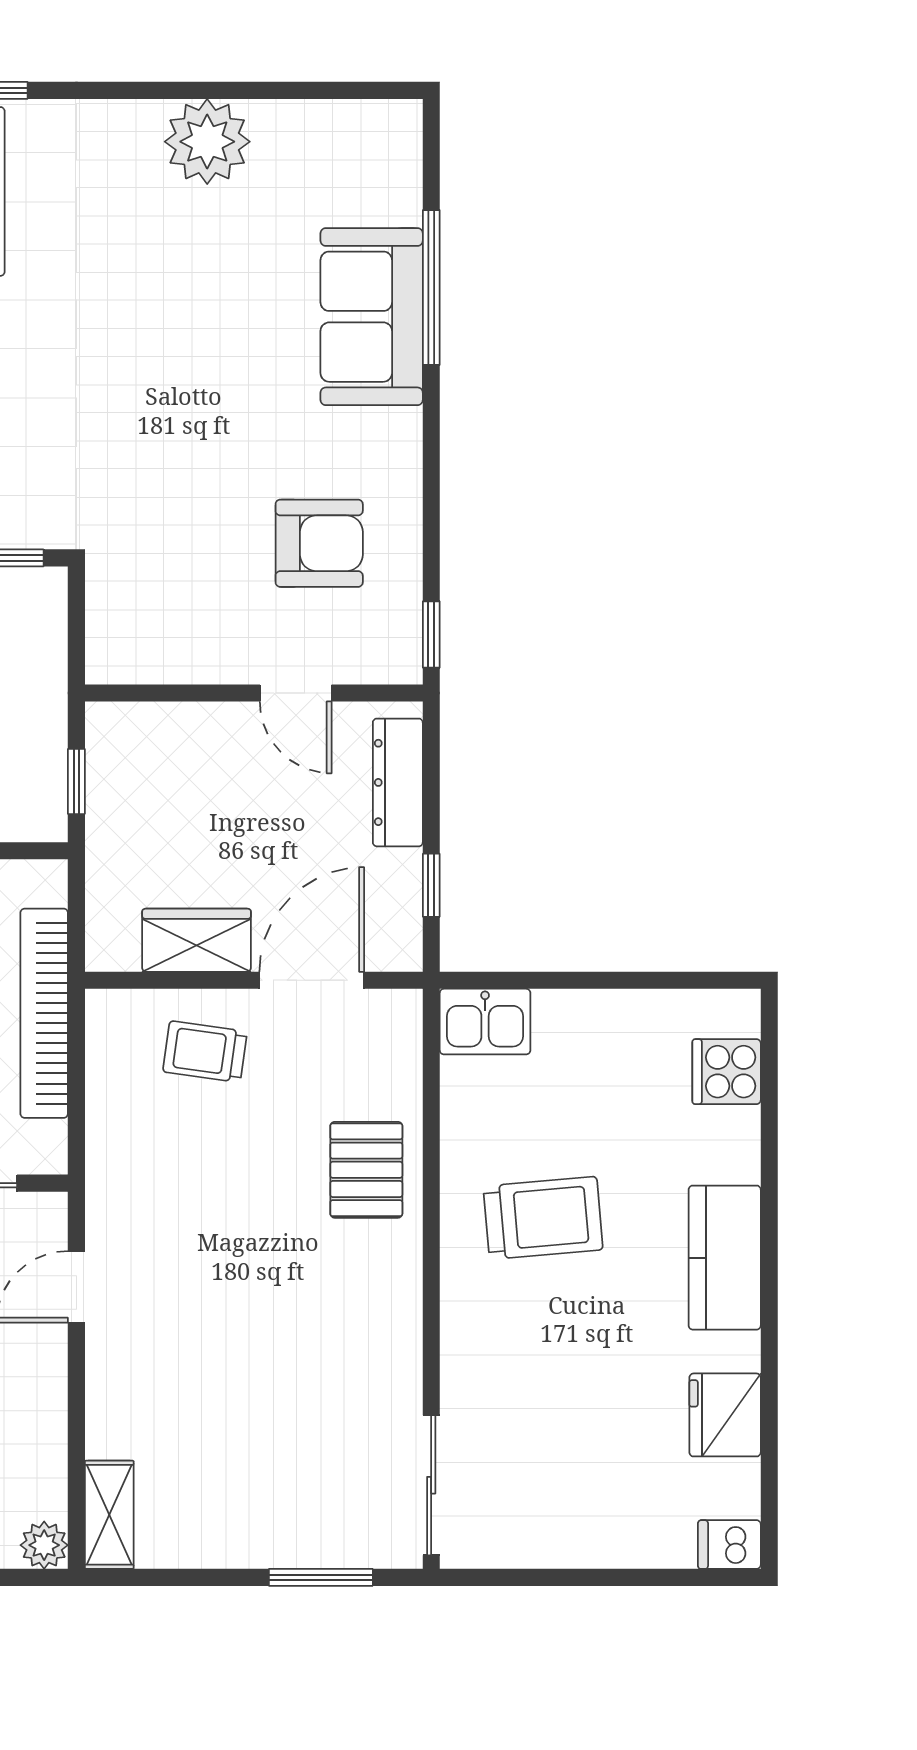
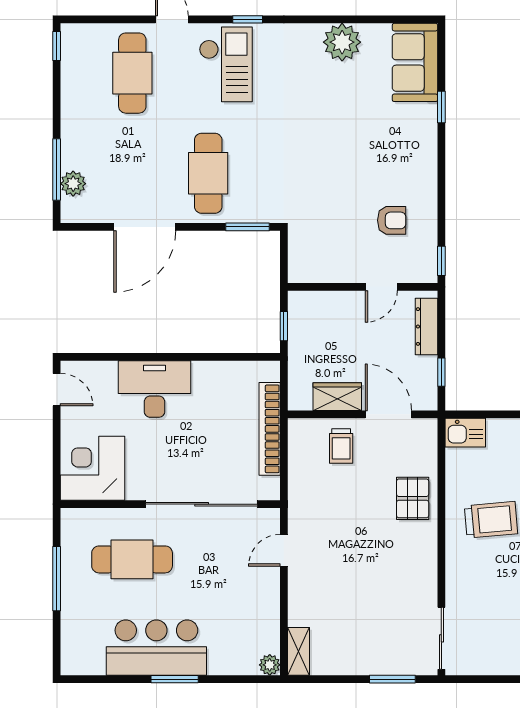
window: (431, 288) -> (441, 107), width x0.46
sofa: (372, 317) -> (415, 62), moved
armchair: (319, 543) -> (392, 220), width x0.72, depth x0.72
door: (296, 693) -> (381, 287), hinge flipped
door: (312, 980) -> (388, 414), hinge flipped
trolley: (205, 1052) -> (341, 446), turned -98

